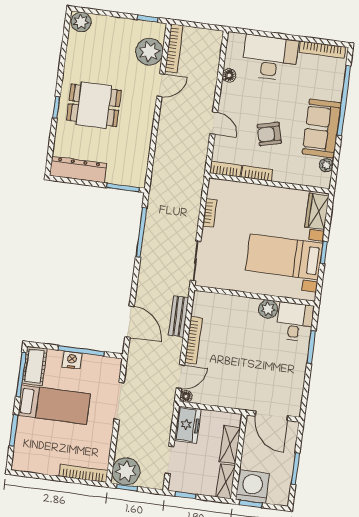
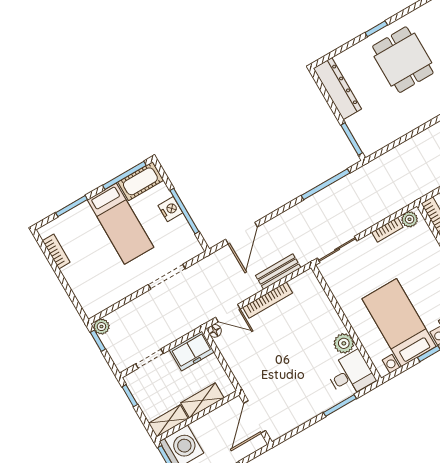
plant: (215, 191) -> (410, 219), added
plant: (126, 471) -> (101, 327), width x0.53, depth x0.53
bookcase: (83, 473) -> (56, 251), moved, width x0.64

